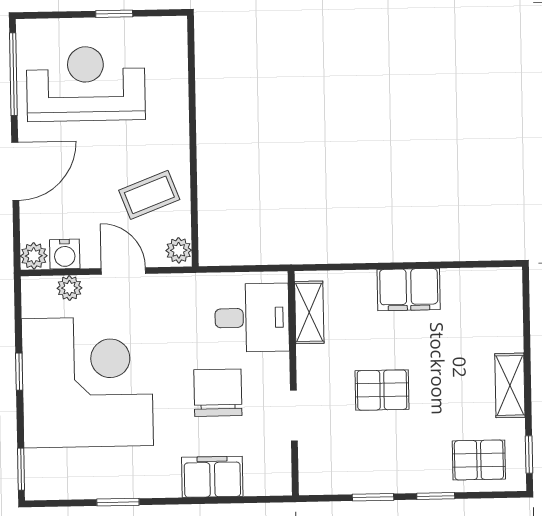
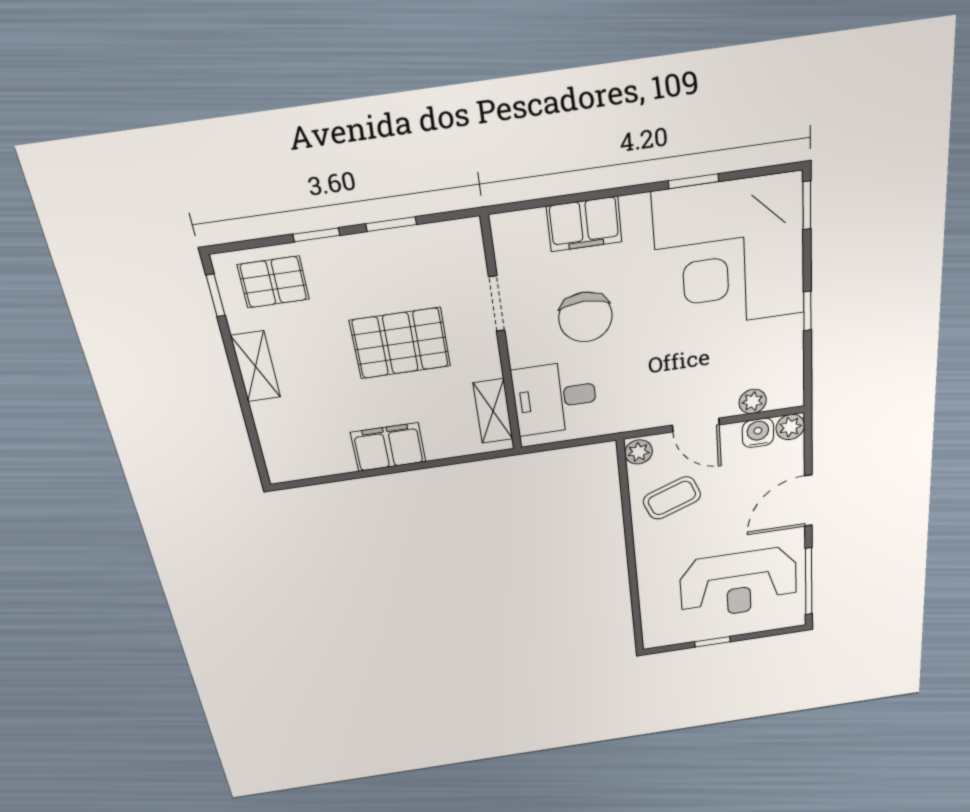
corner desk: (87, 382) -> (730, 254), moved
pallet: (382, 390) -> (400, 343), width x1.50, depth x1.42

